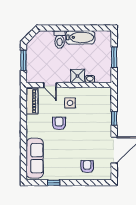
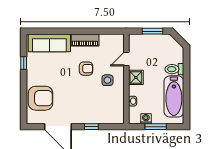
bathtub: (80, 37) -> (174, 96), width x1.36, depth x1.36
washing machine: (107, 67) -> (146, 119), added
shower: (77, 76) -> (136, 77), moved
piano: (32, 101) -> (85, 40), moved
armchair: (87, 167) -> (41, 98), width x1.88, depth x1.88

